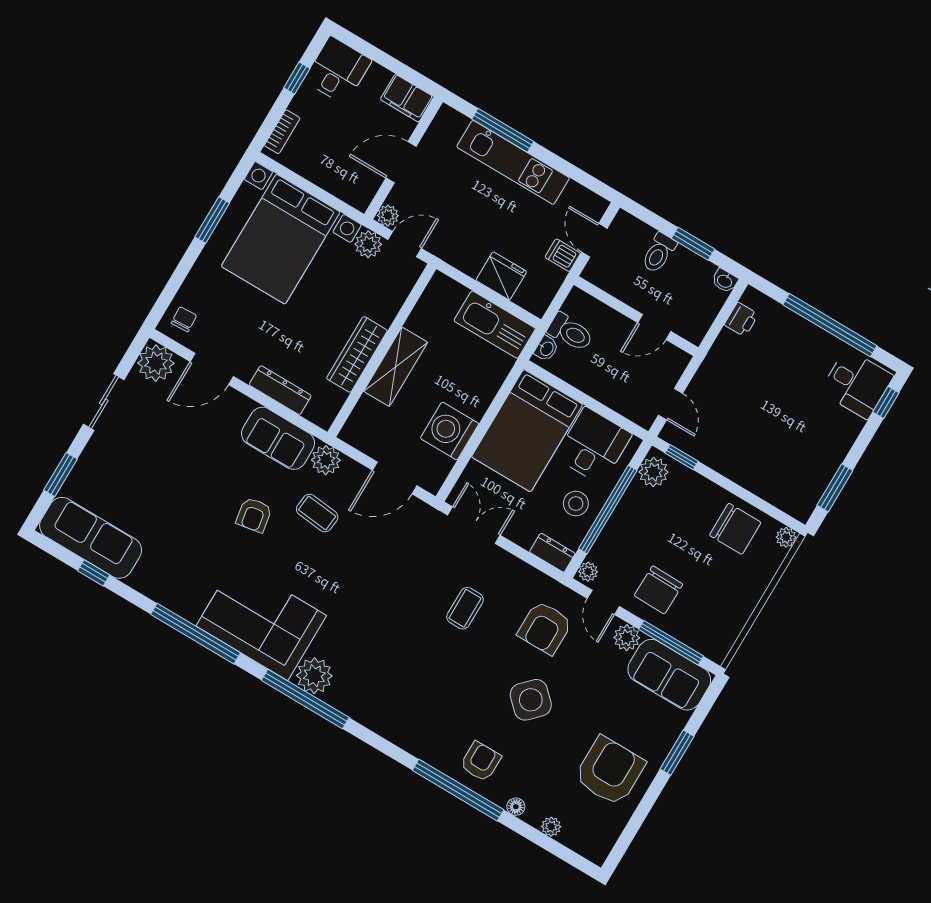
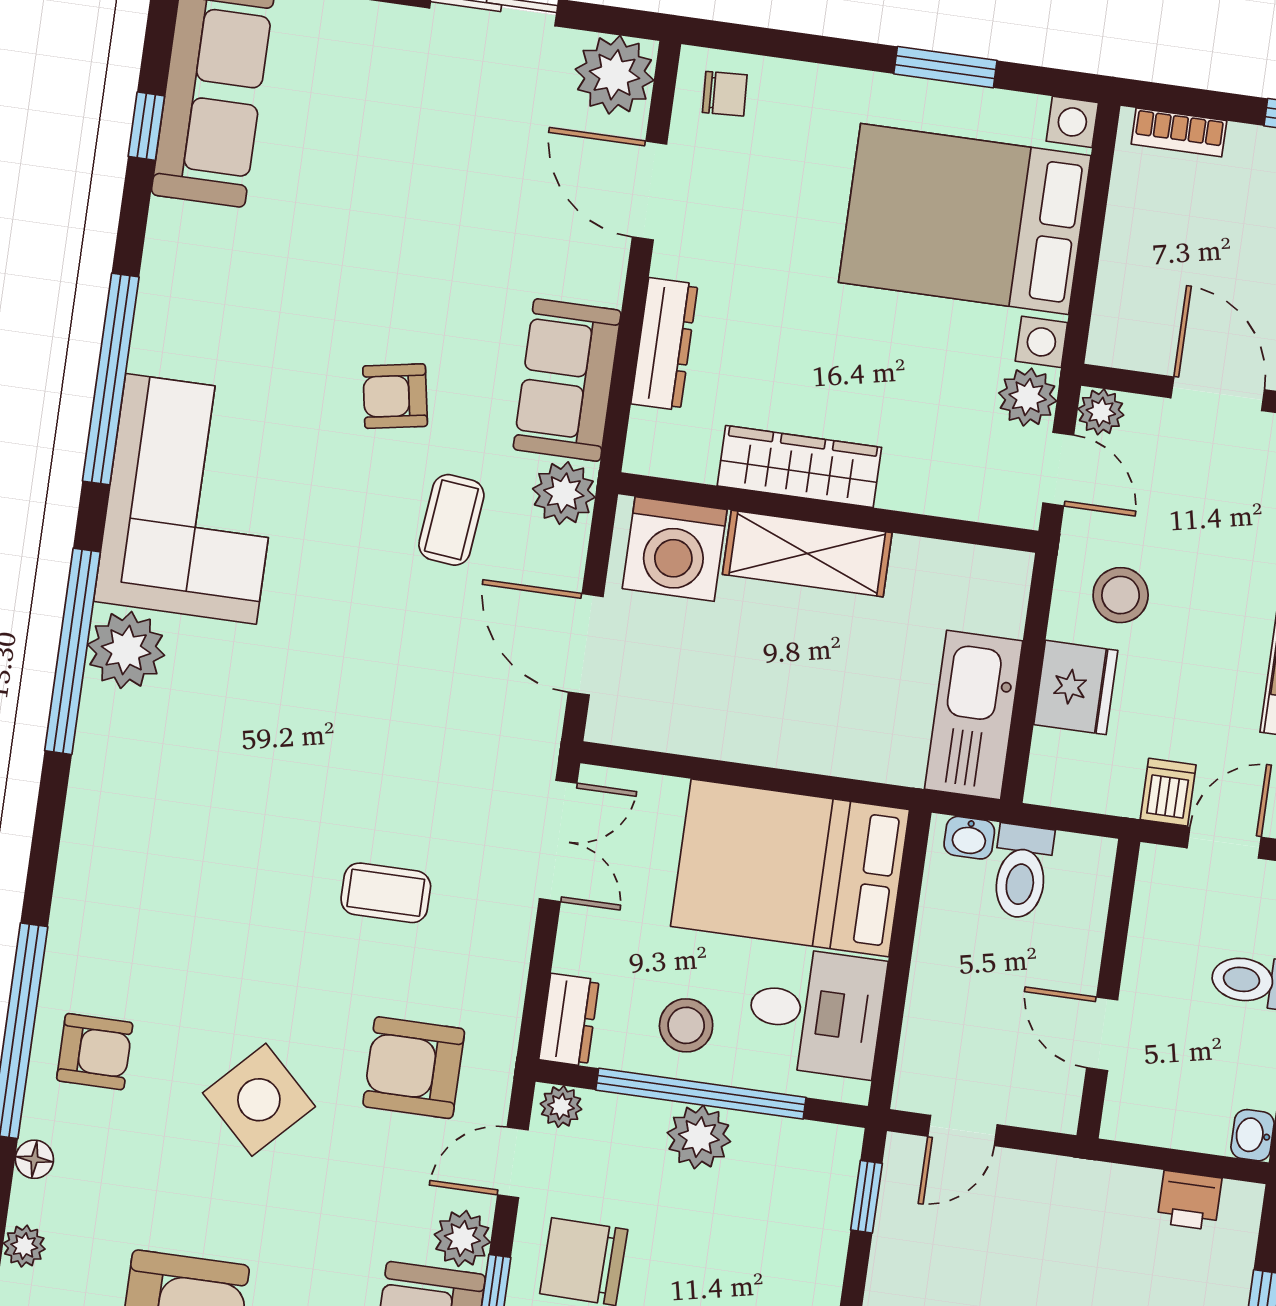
stool: (470, 240) -> (1121, 595), added
washing machine: (450, 431) -> (675, 549), moved, turned 180
plant: (653, 472) -> (699, 1137), moved

